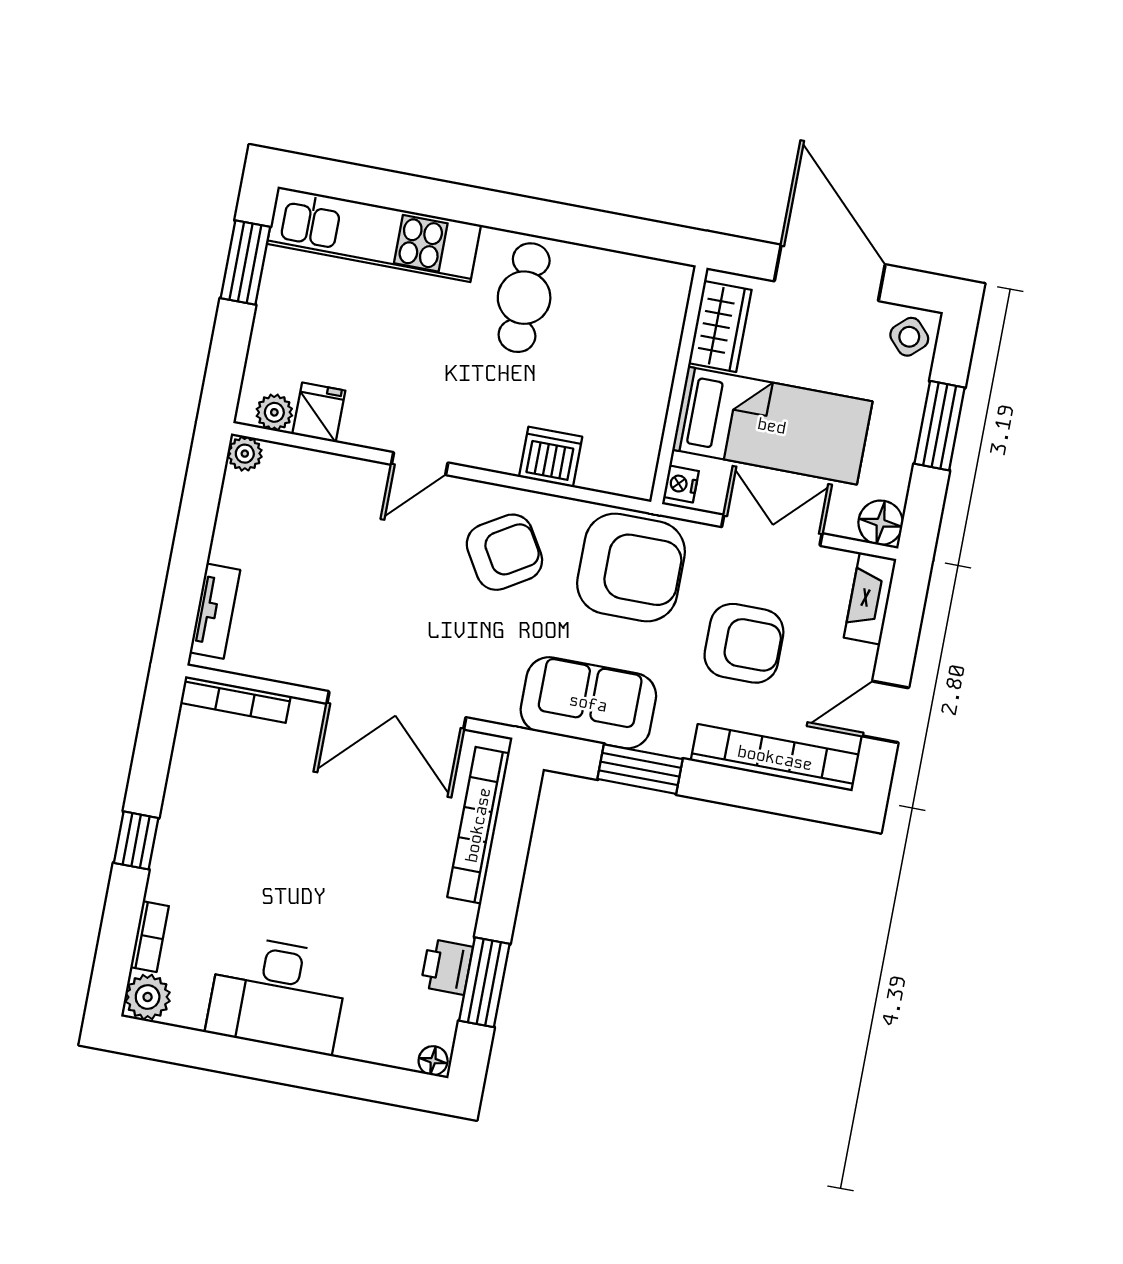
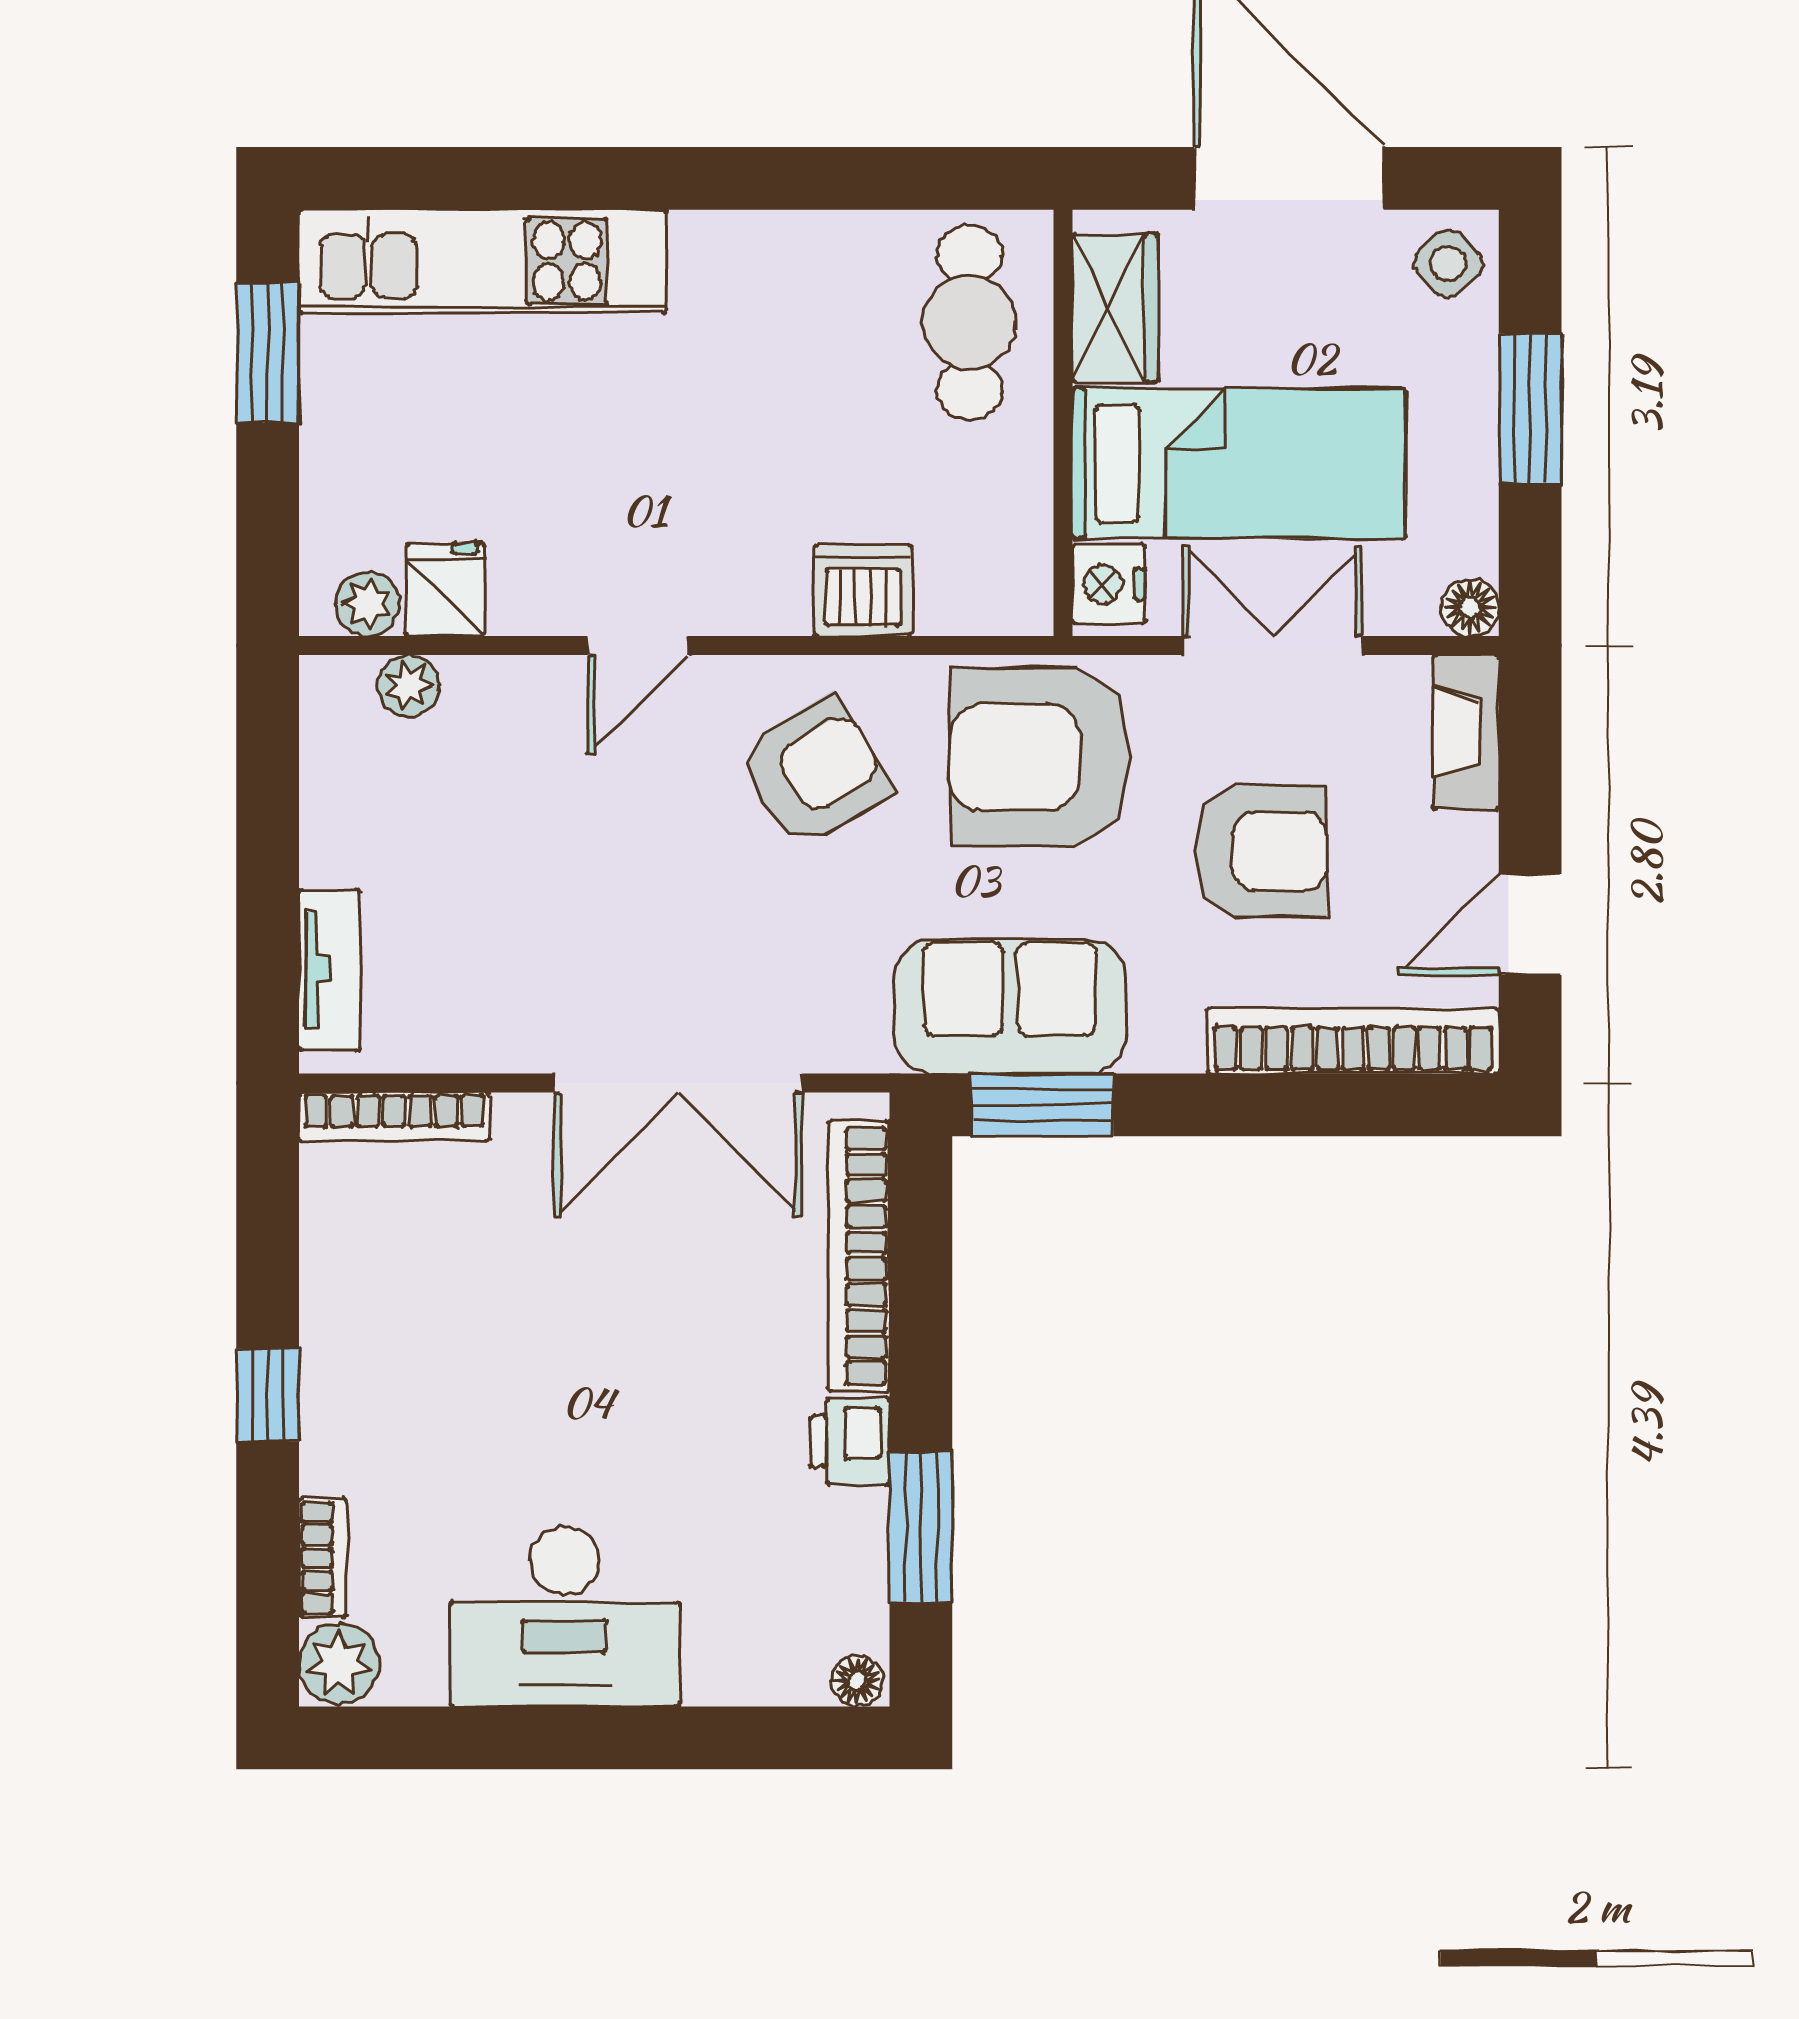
cafe table: (524, 298) -> (970, 322), moved
plant: (245, 454) -> (409, 686), moved
nightstand: (681, 484) -> (1109, 584), width x1.39, depth x1.35
floor lamp: (881, 523) -> (1470, 607), width x0.73, depth x0.73
armchair: (631, 568) -> (1040, 757), turned 180
window: (640, 769) -> (1042, 1105), moved
printer: (447, 967) -> (850, 1441), moved

